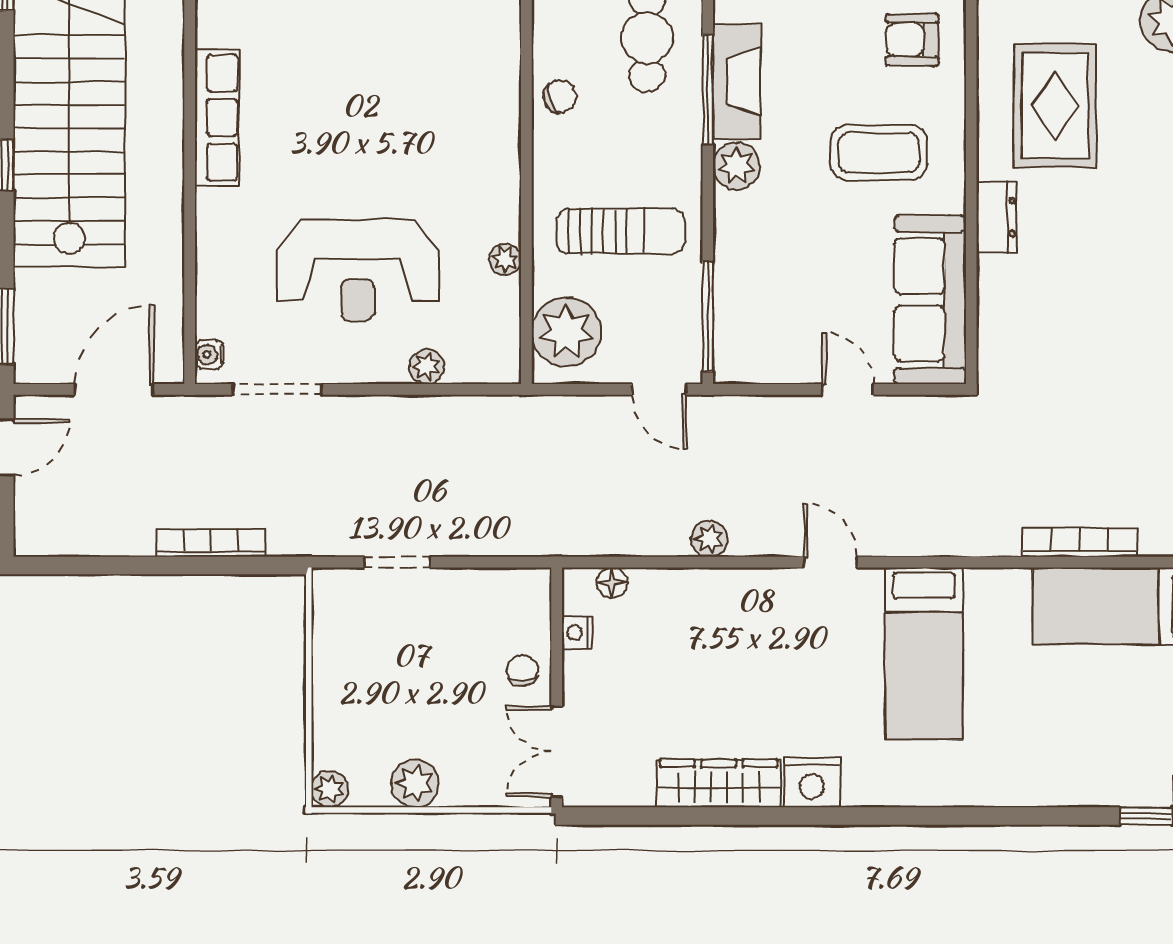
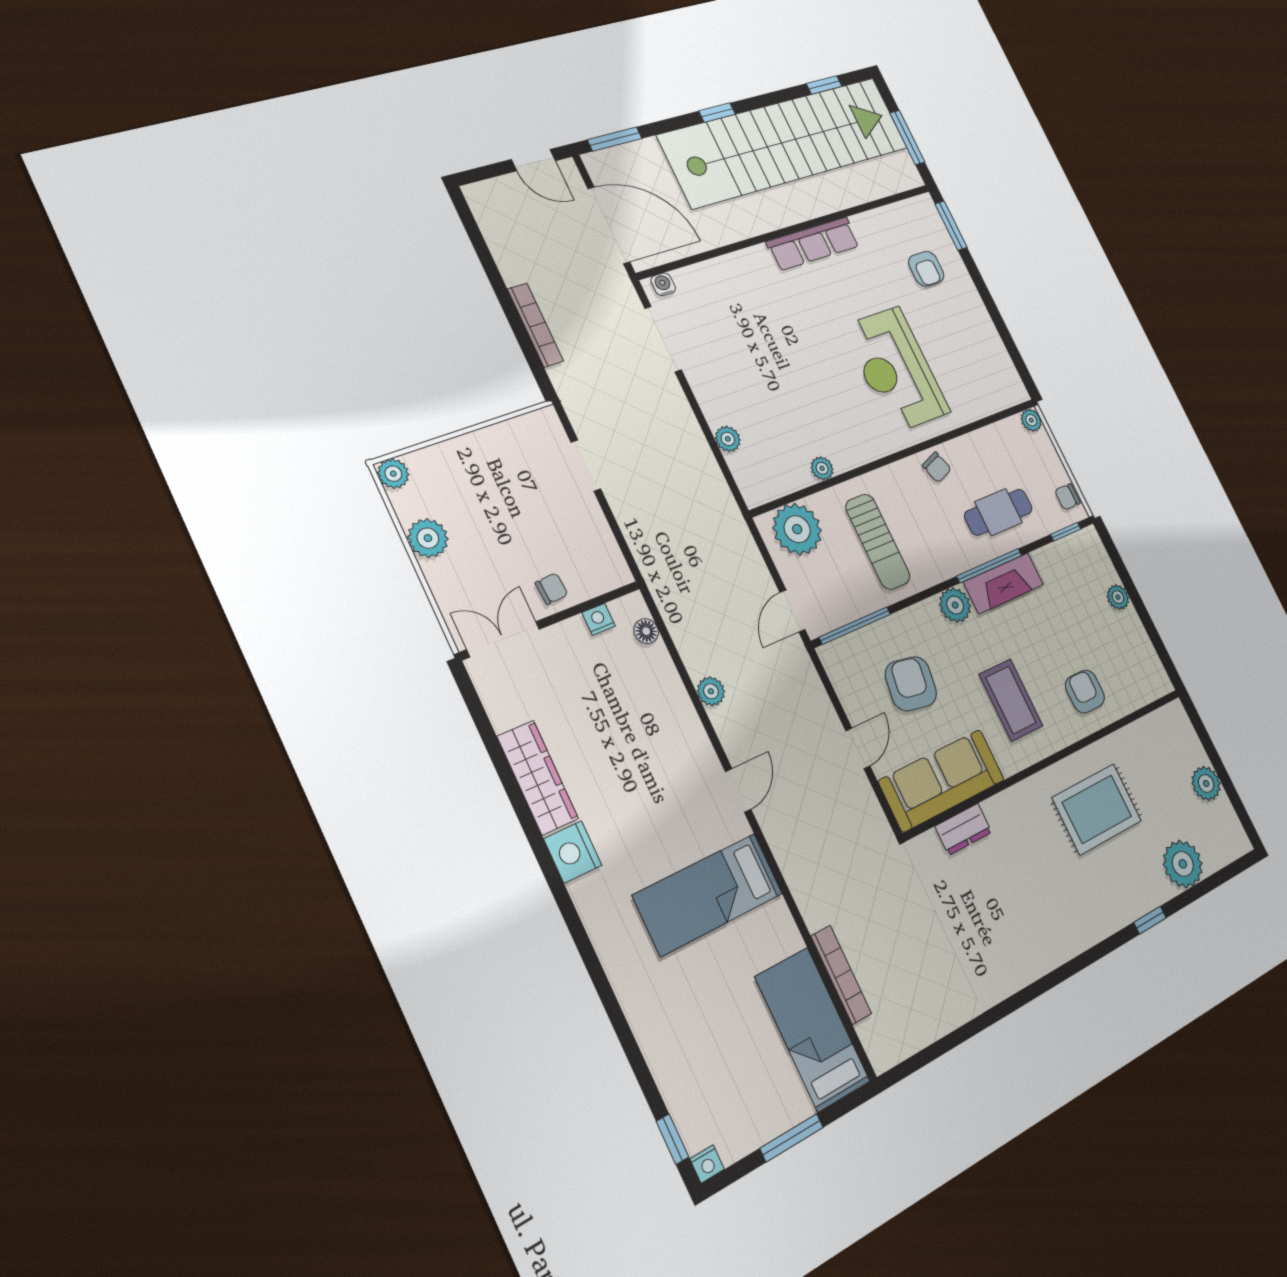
dresser: (997, 217) -> (963, 829), moved
reception desk: (358, 270) -> (896, 369), moved
armchair: (804, 279) -> (911, 684), added
door: (114, 389) -> (609, 225), width x1.36

